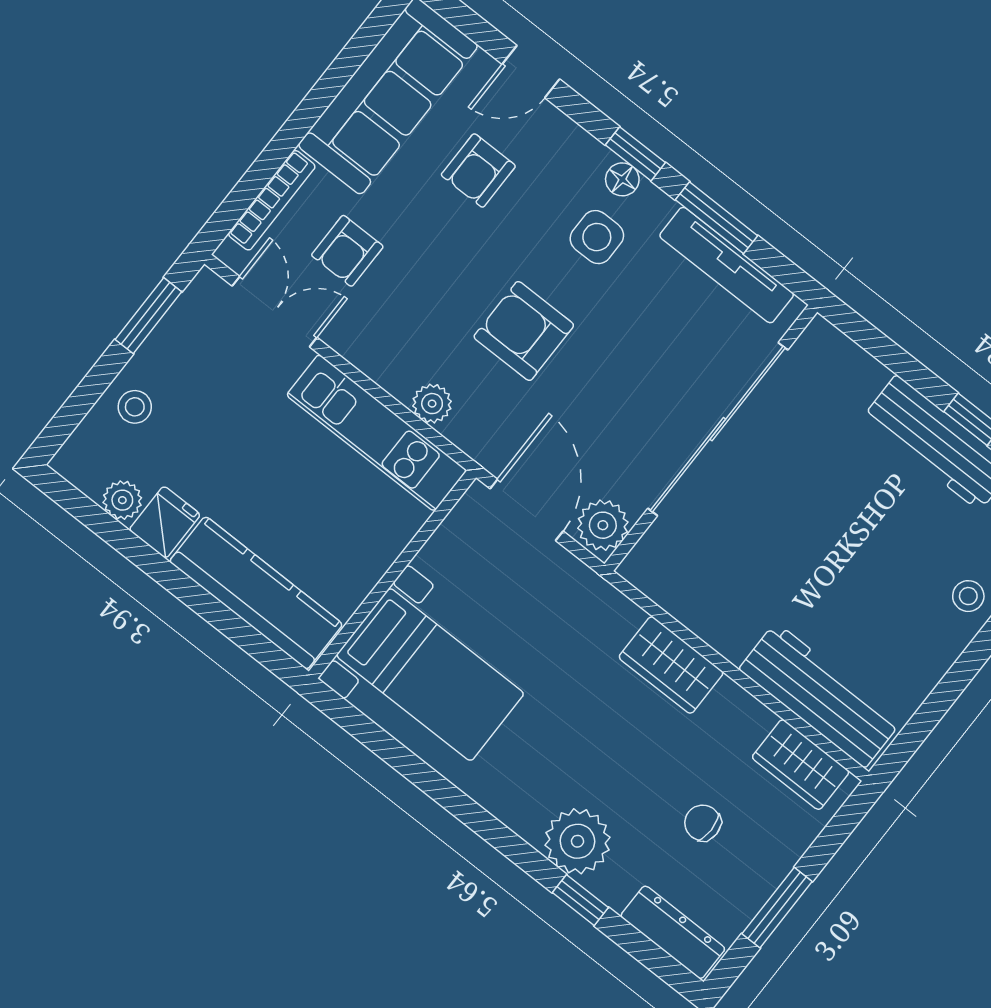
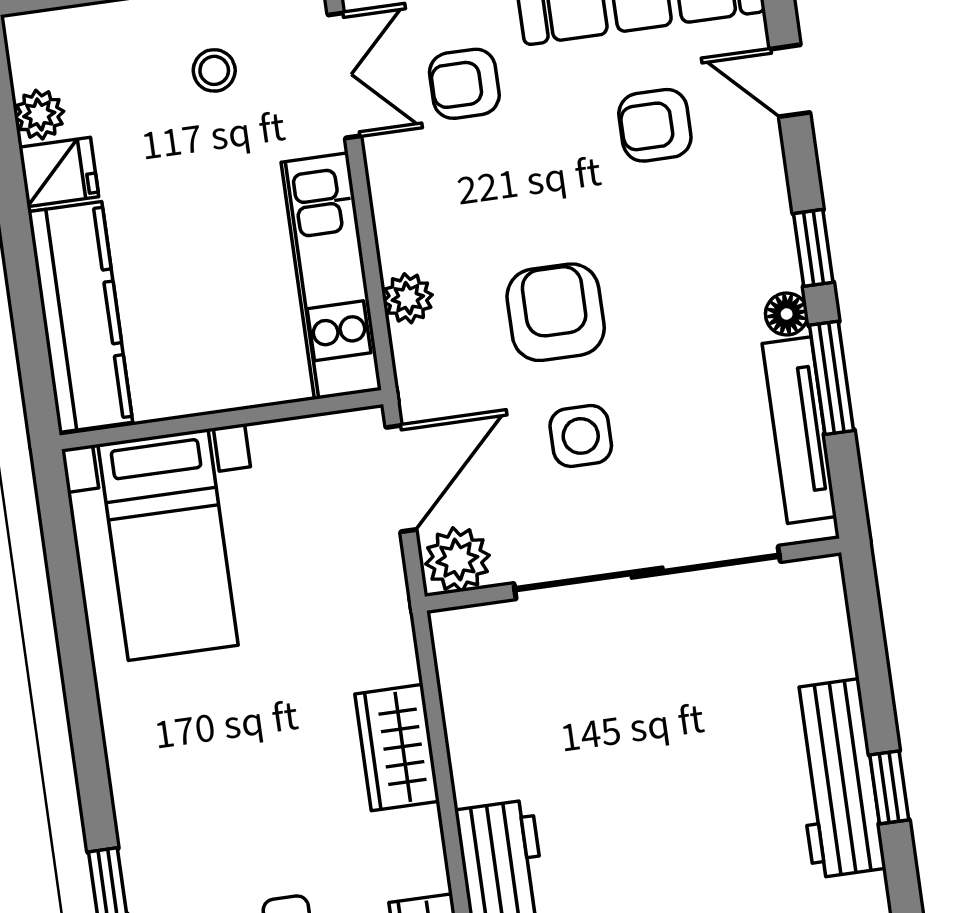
floor lamp: (622, 179) -> (787, 314), moved
side table: (597, 237) -> (581, 436), moved
stool: (135, 407) -> (214, 70), moved
plant: (577, 841) -> (157, 827), removed

